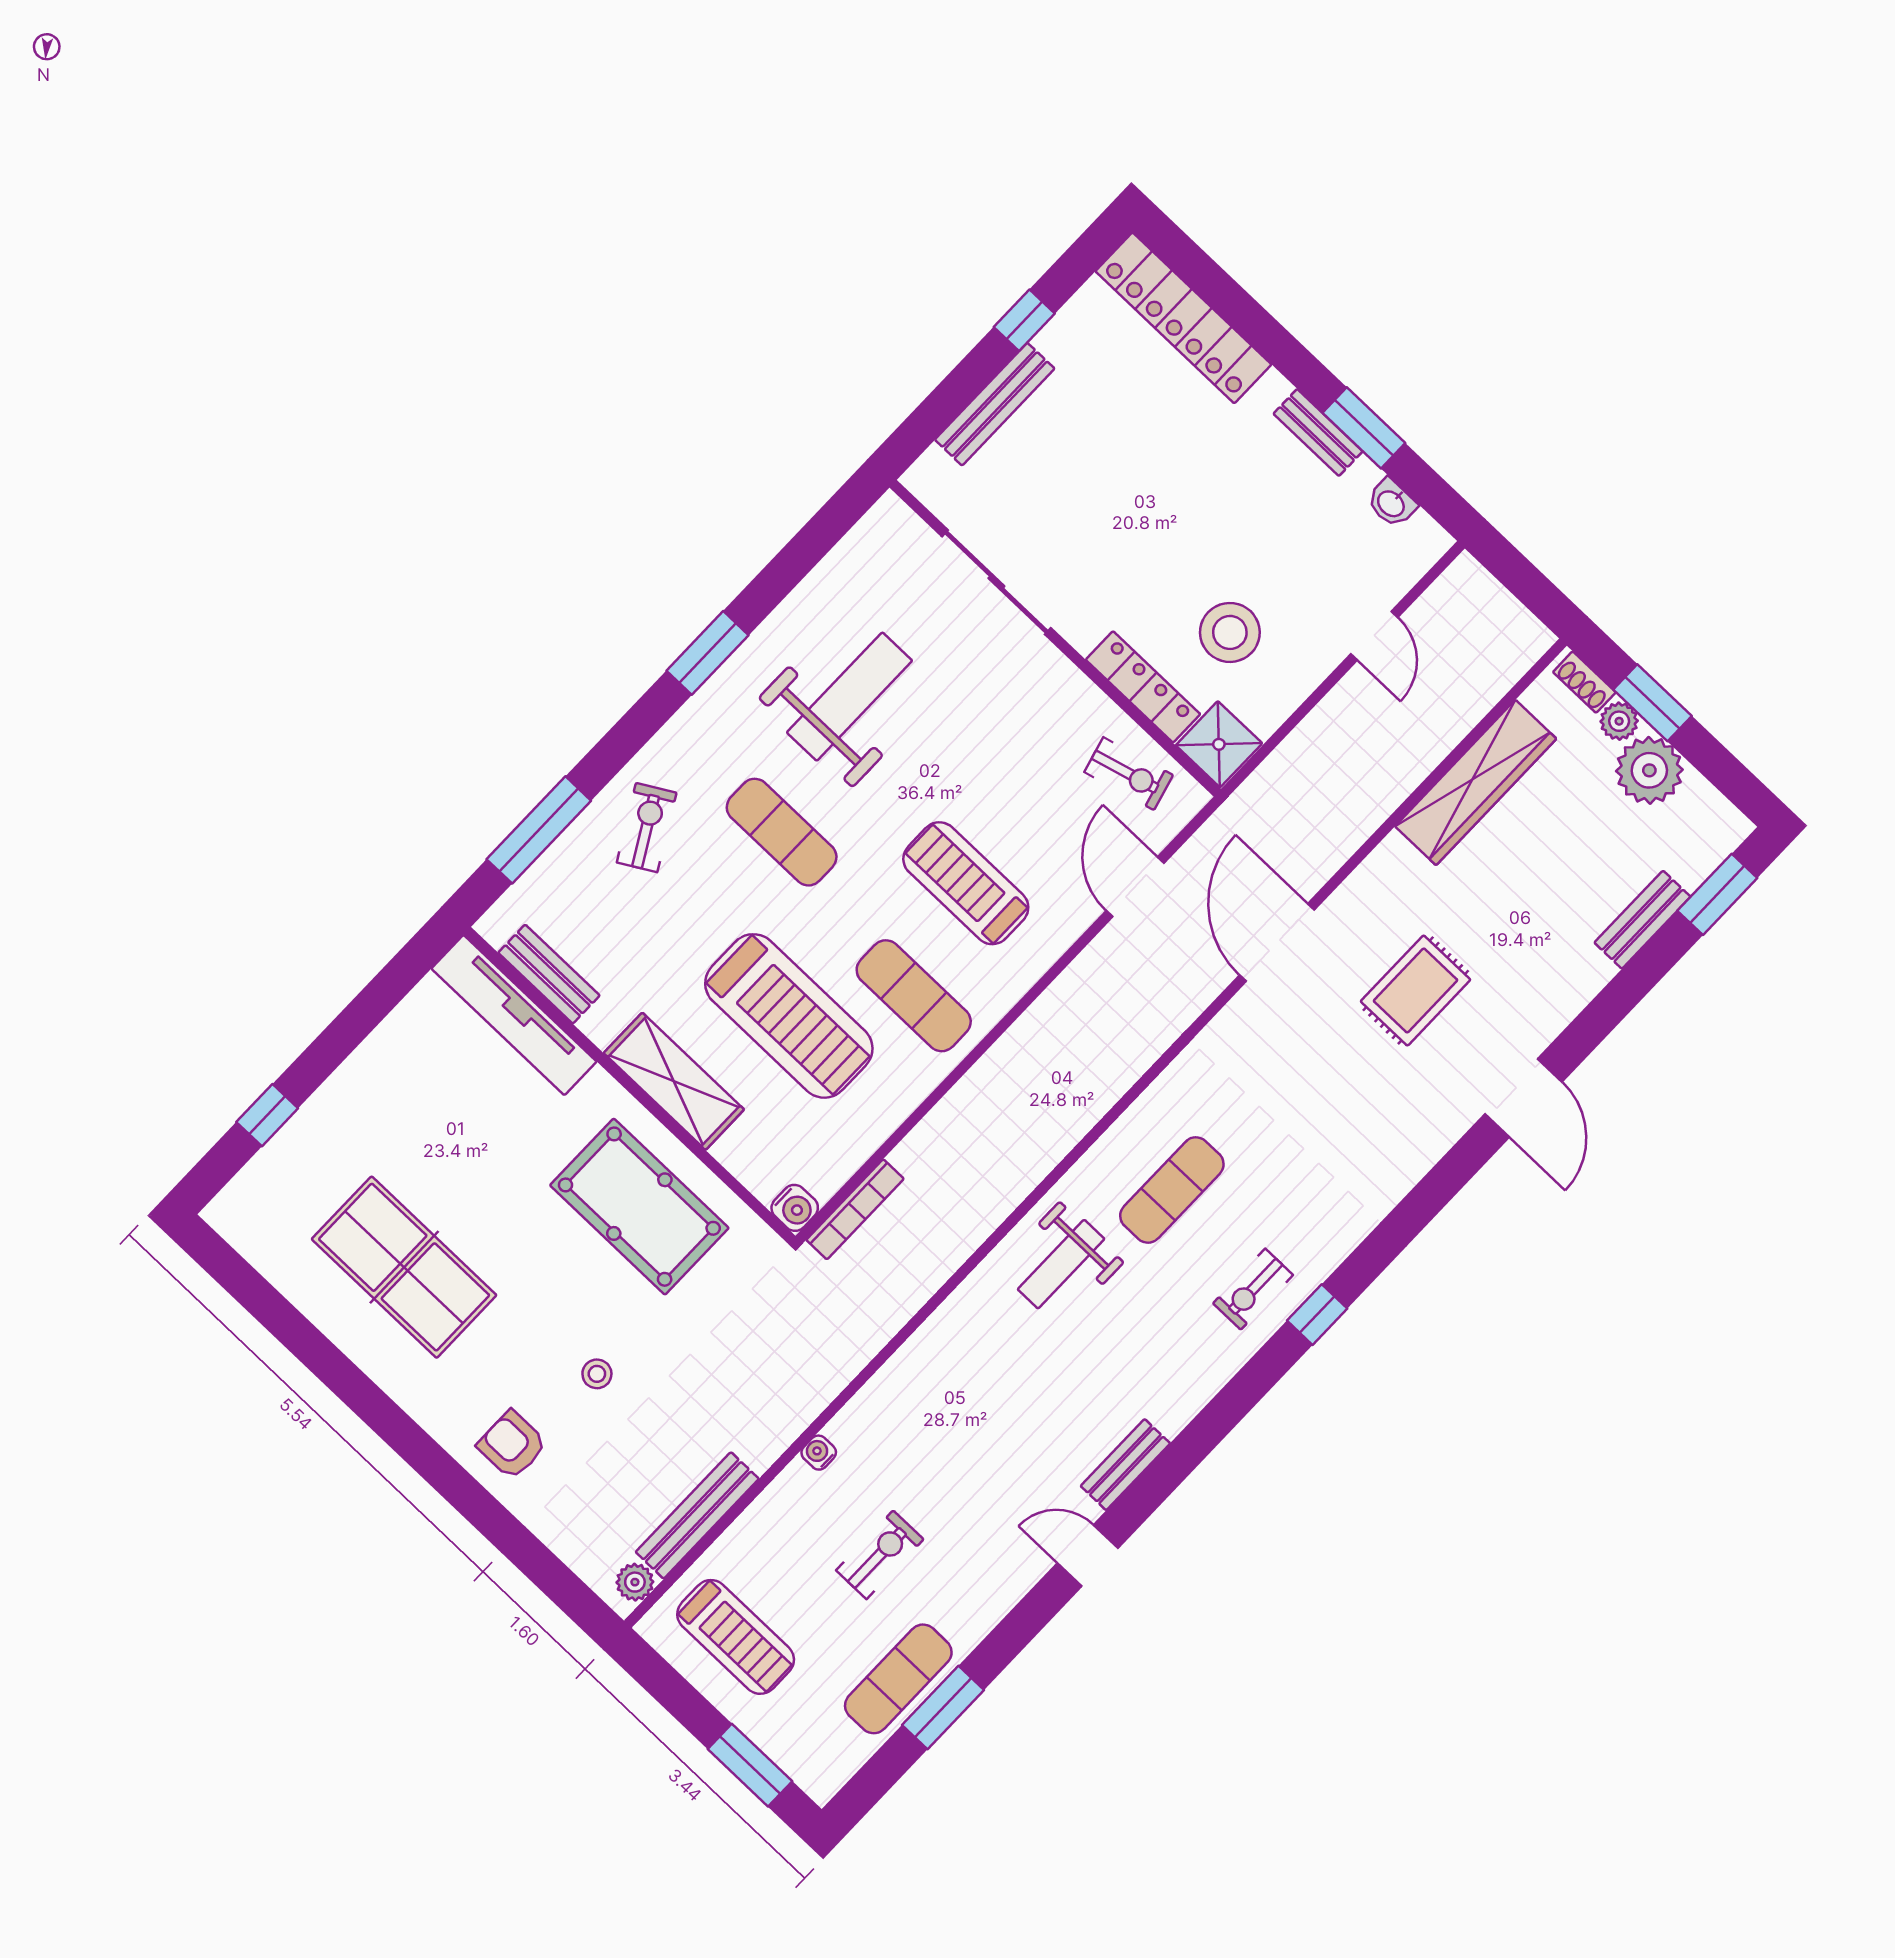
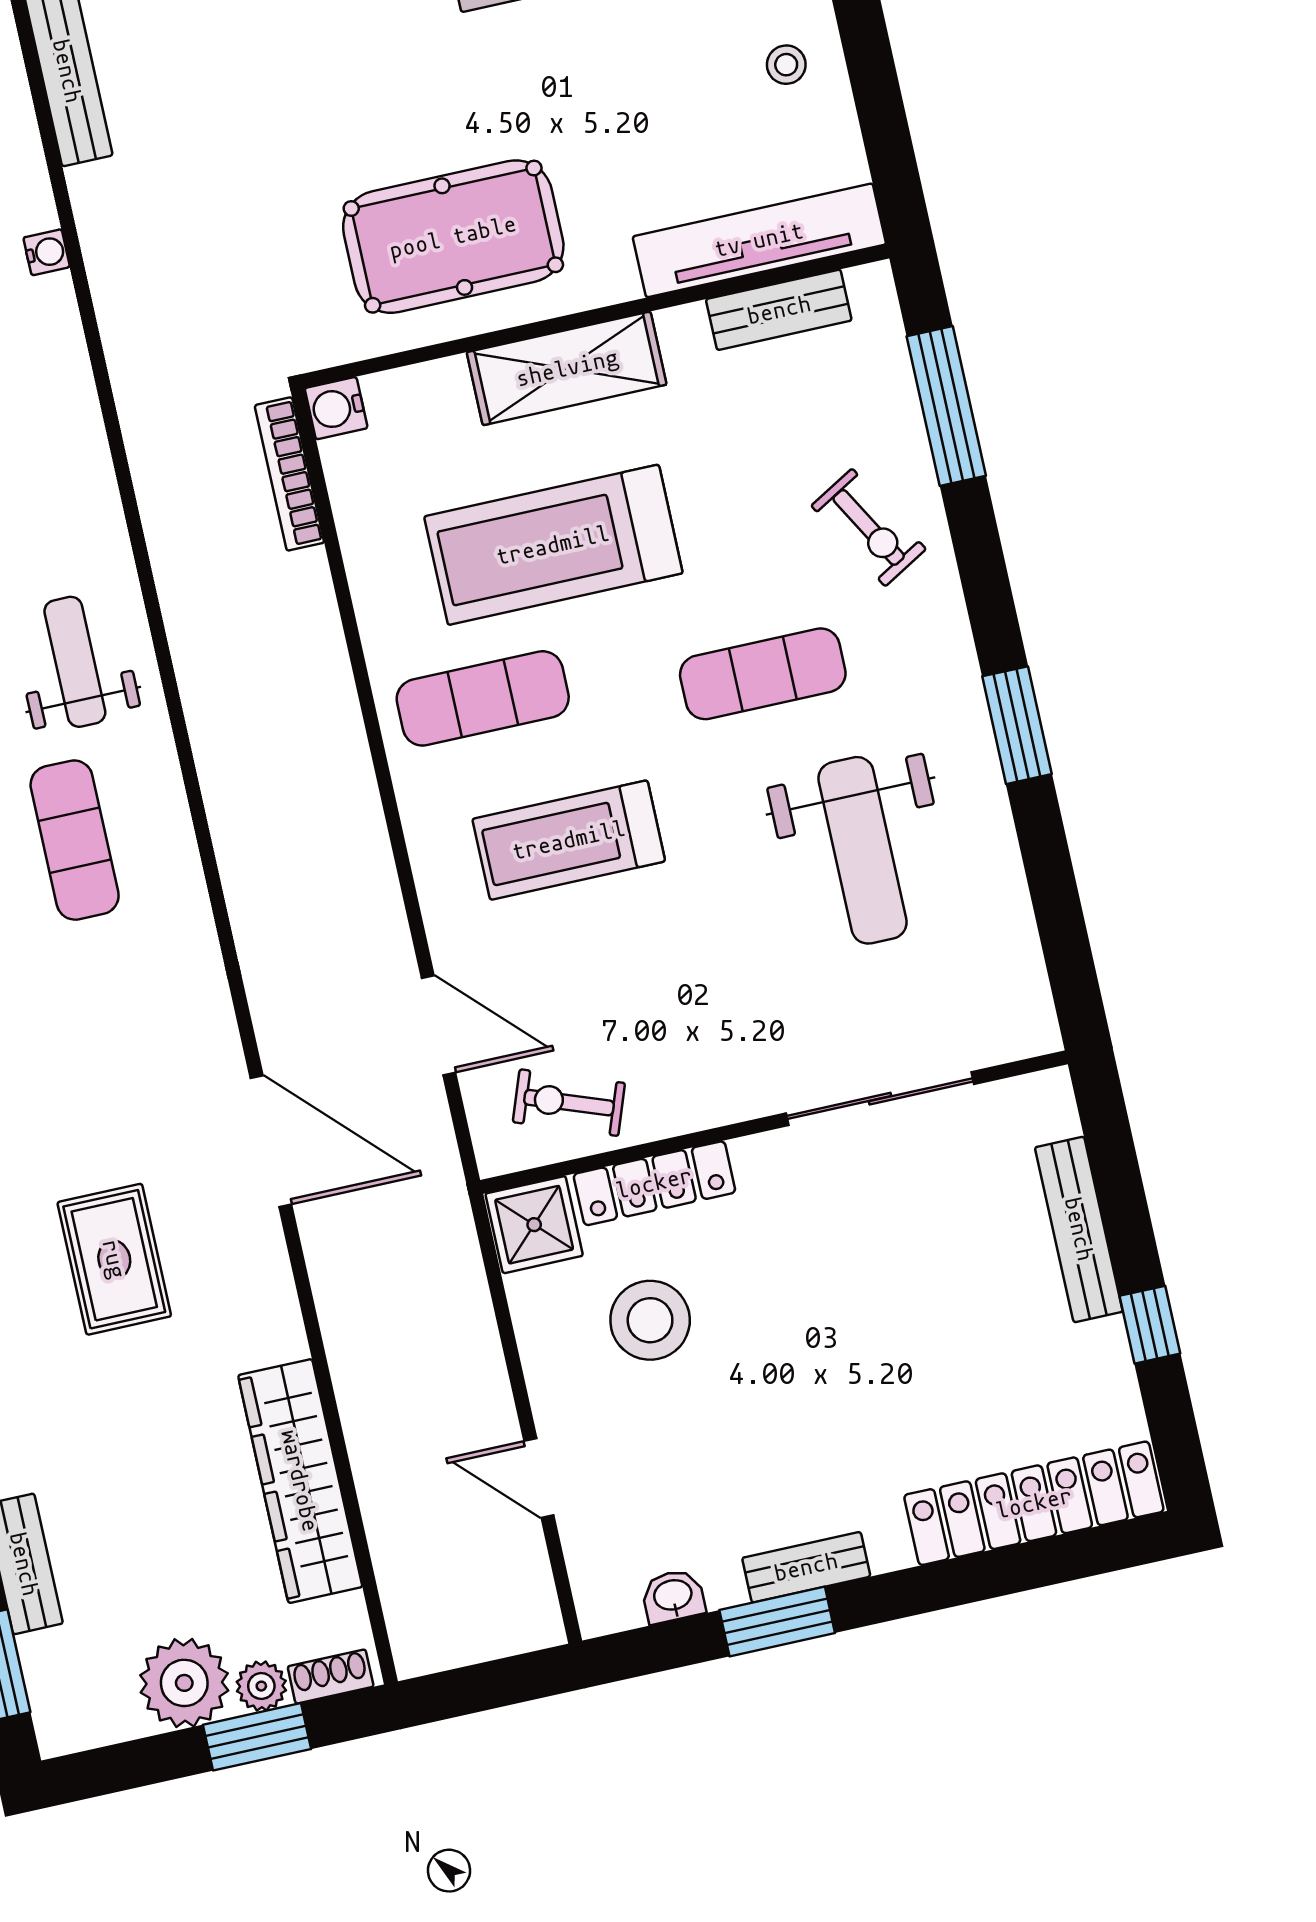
exercise bike: (1129, 774) -> (569, 1103), turned 35
treadmill: (966, 883) -> (569, 840), turned 180
stool: (597, 1374) -> (786, 65), moved

